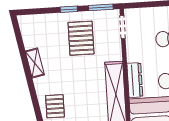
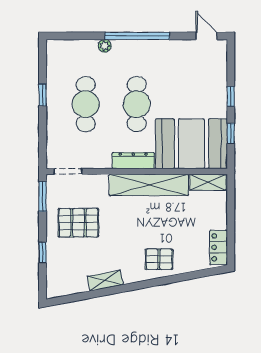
window: (69, 9) -> (43, 253), moved

